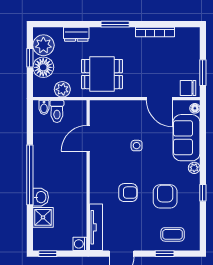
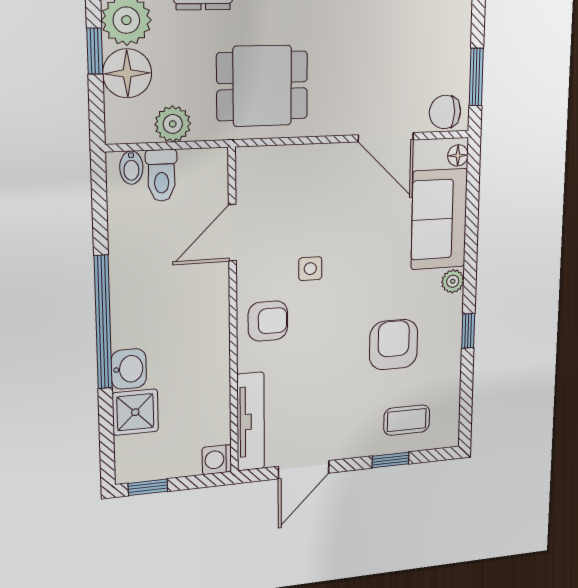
side table: (137, 146) -> (310, 269), moved
armchair: (128, 193) -> (268, 321), moved

